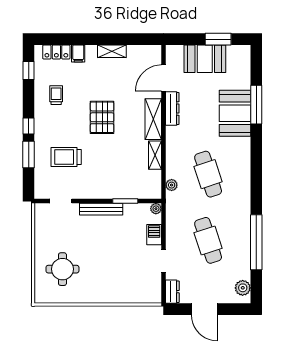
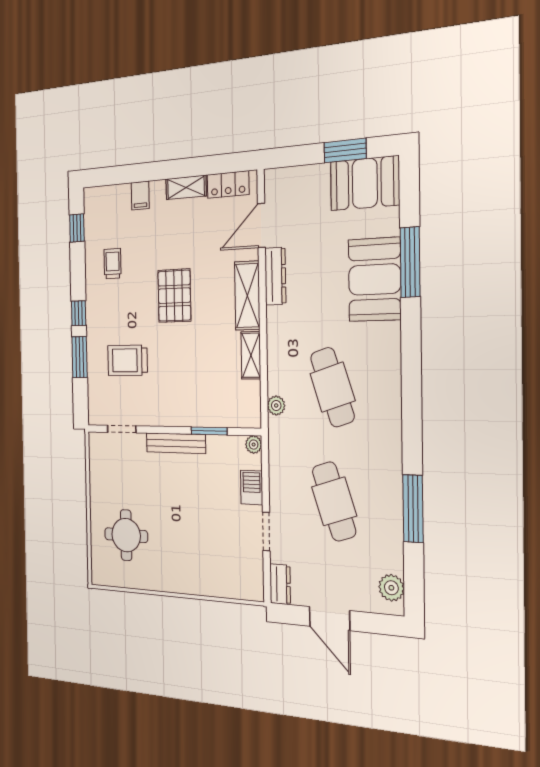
locker: (56, 52) -> (228, 185), moved
booth: (205, 59) -> (365, 183), moved
window: (256, 242) -> (413, 509), width x0.68

